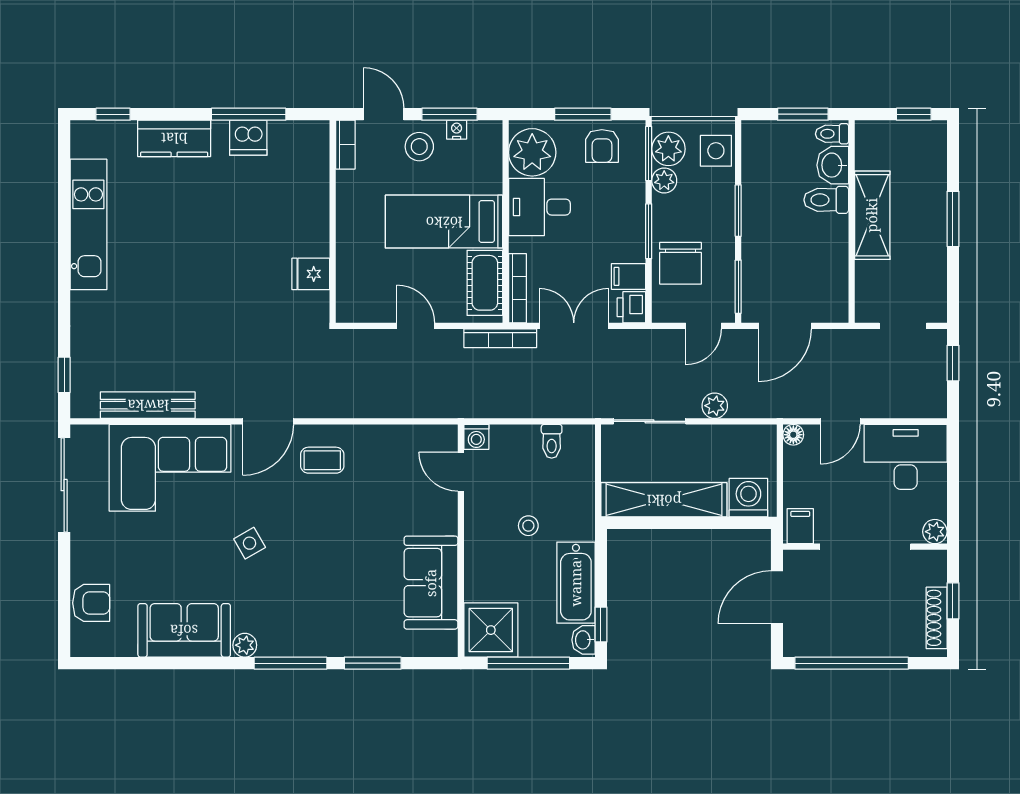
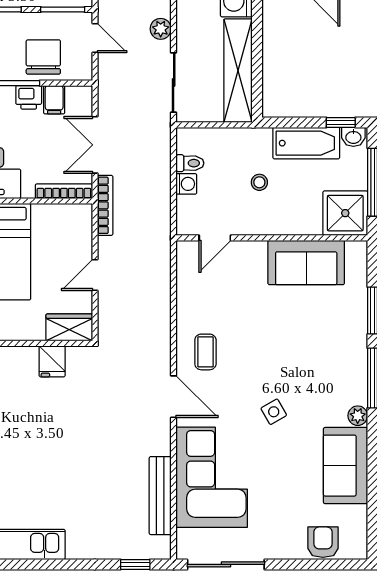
chair: (681, 263) -> (43, 57), turned -90
cot: (485, 283) -> (59, 218), removed
wardrobe: (352, 295) -> (69, 327), added
printer: (631, 307) -> (29, 97), moved
washing machine: (476, 437) -> (186, 184), moved

